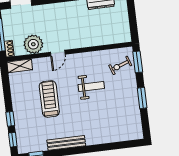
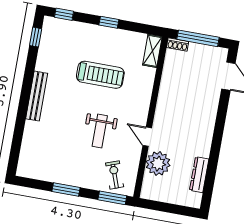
plant: (33, 44) -> (158, 164), moved
door: (58, 53) -> (147, 137), moved
window: (10, 119) -> (109, 22), moved
bench: (66, 143) -> (37, 96), moved

